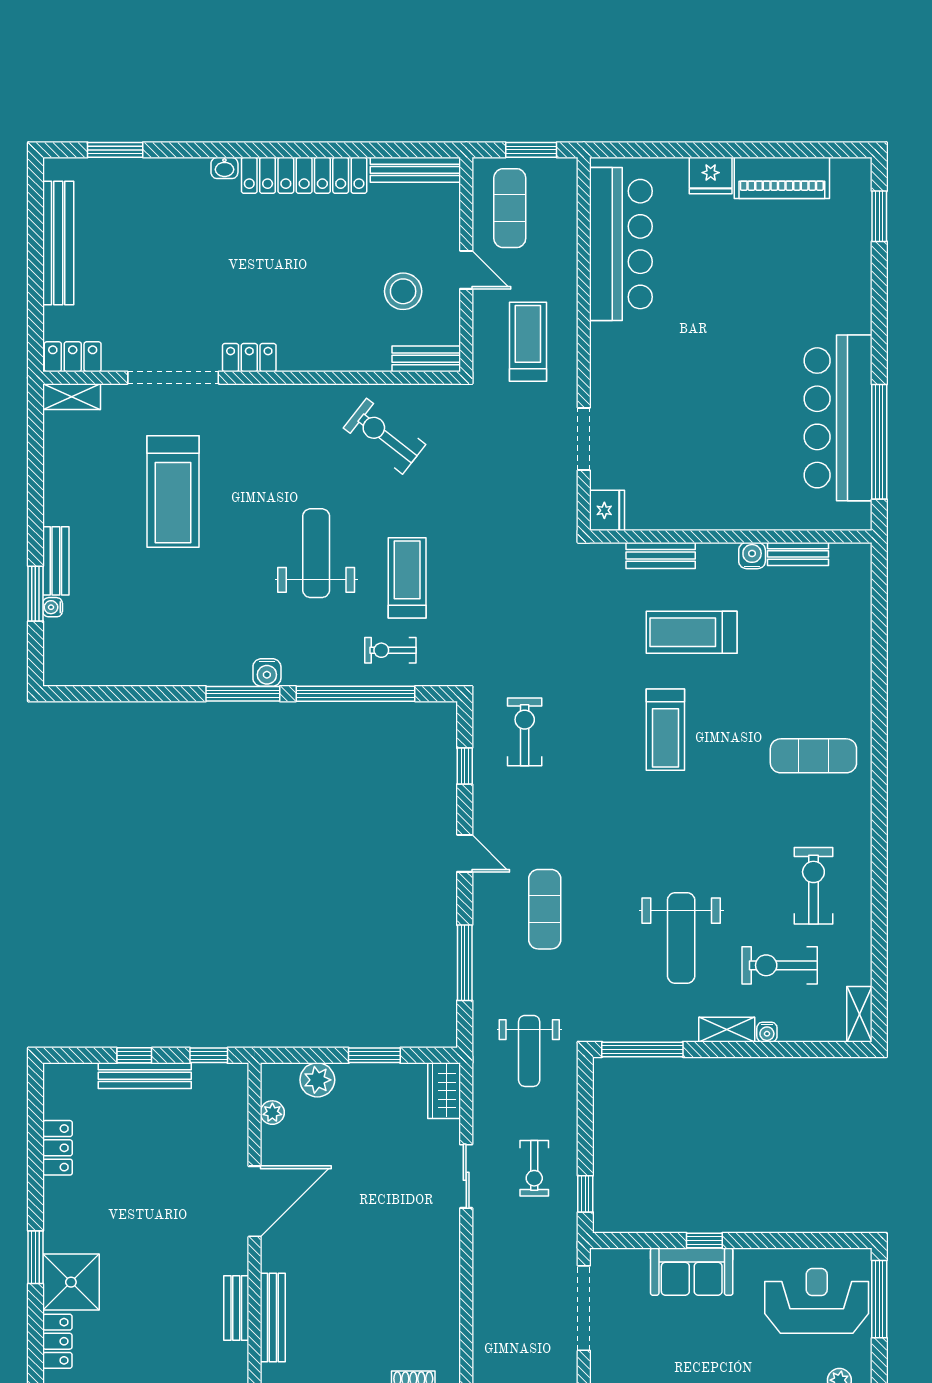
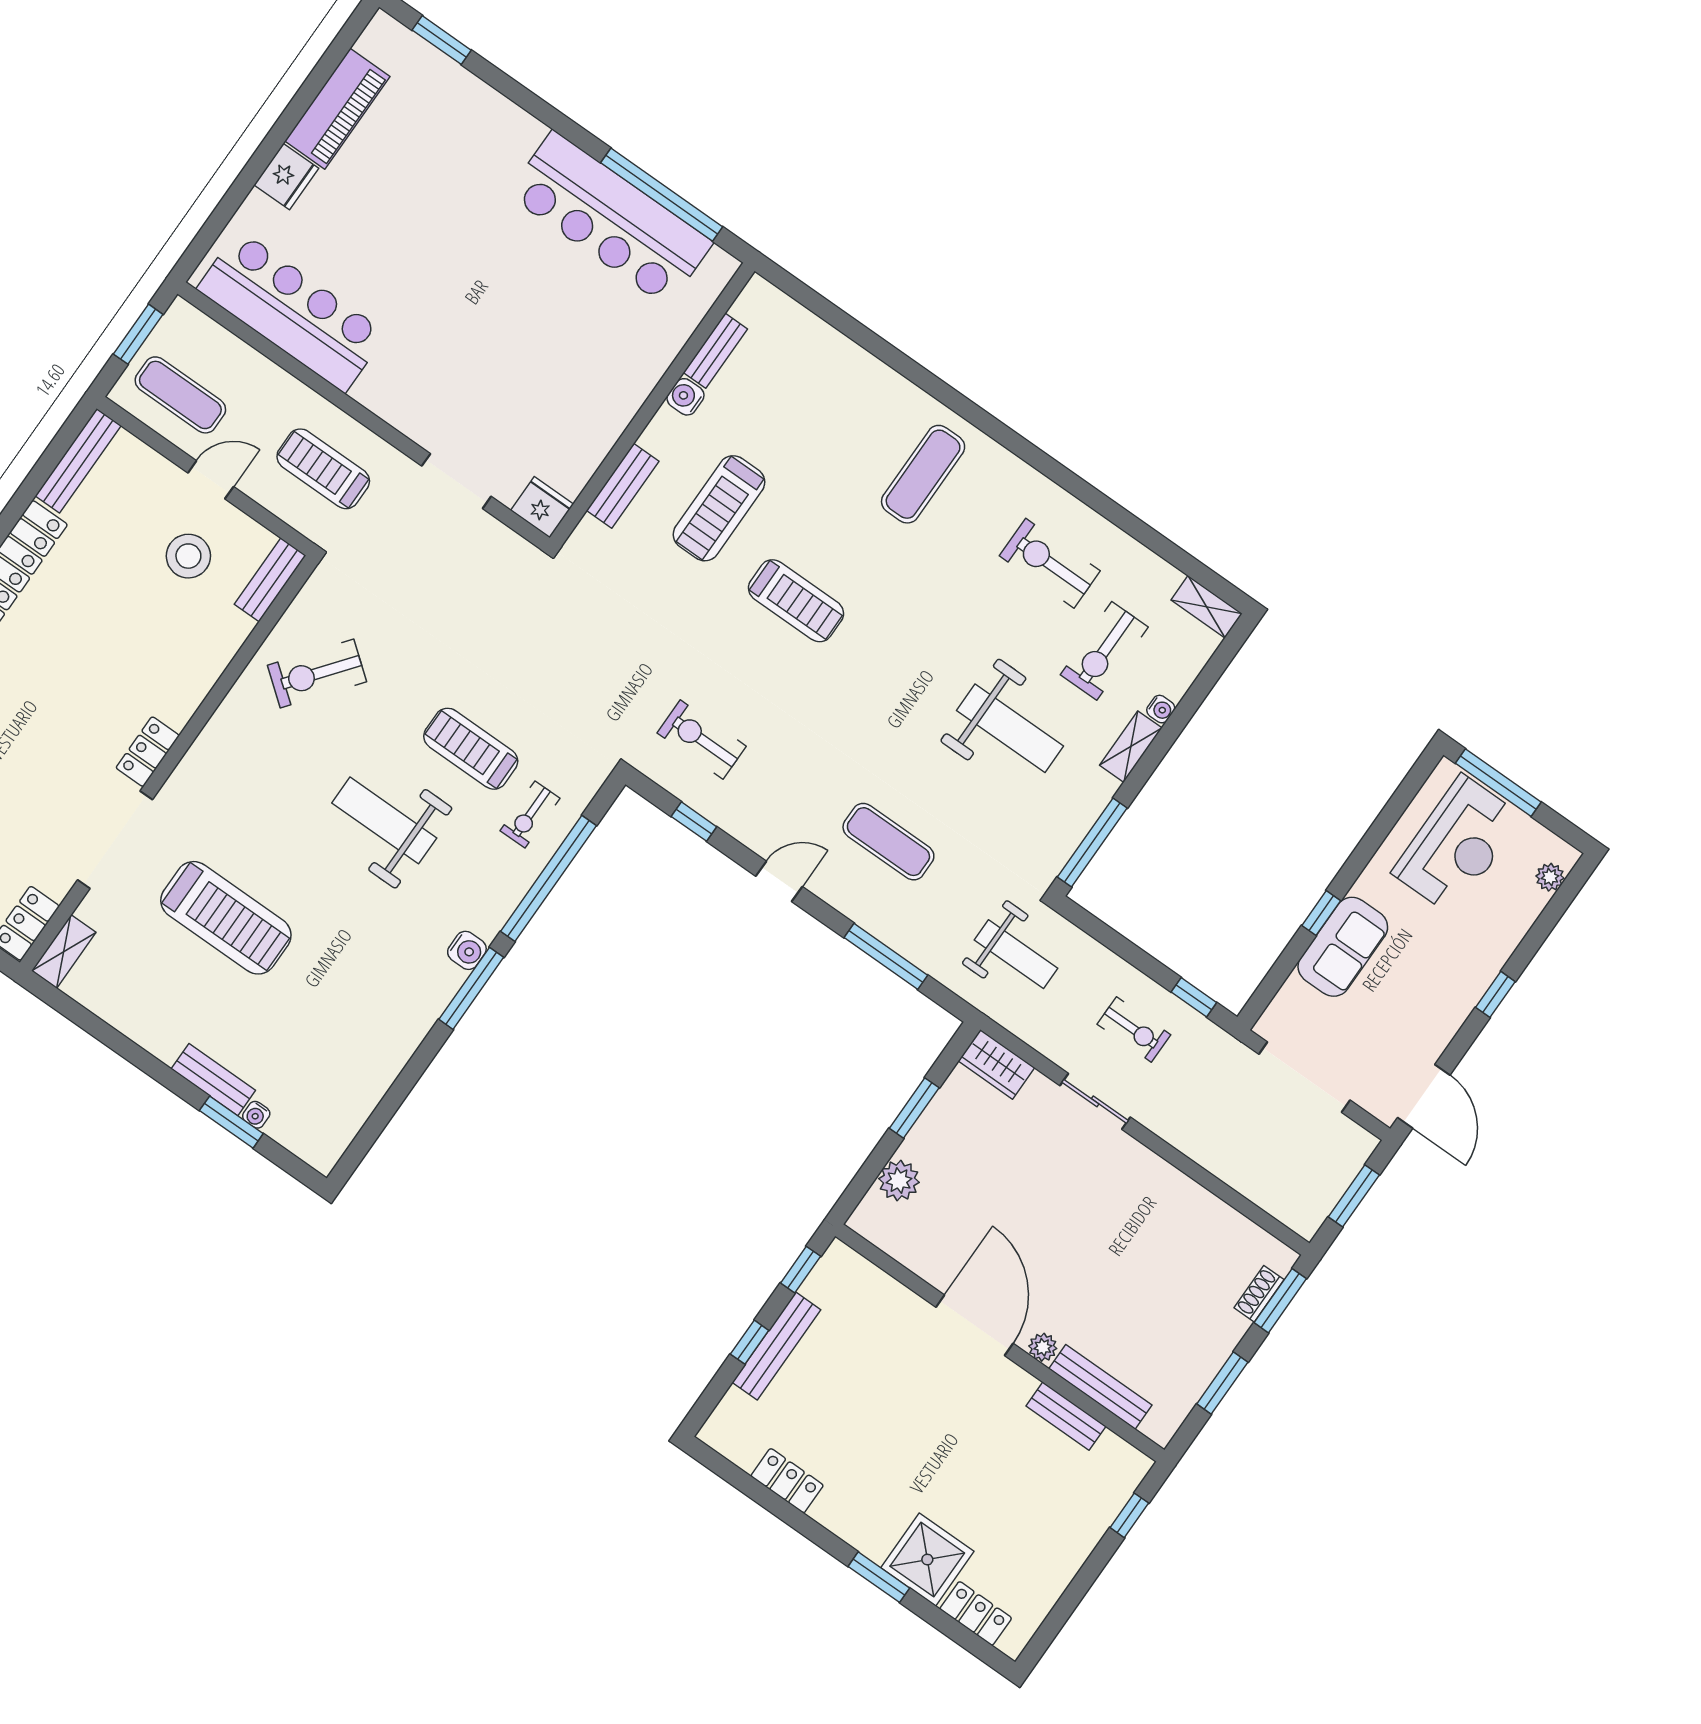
plant: (272, 1113) -> (1043, 1347), moved
reception desk: (817, 1301) -> (1457, 845), turned 180

